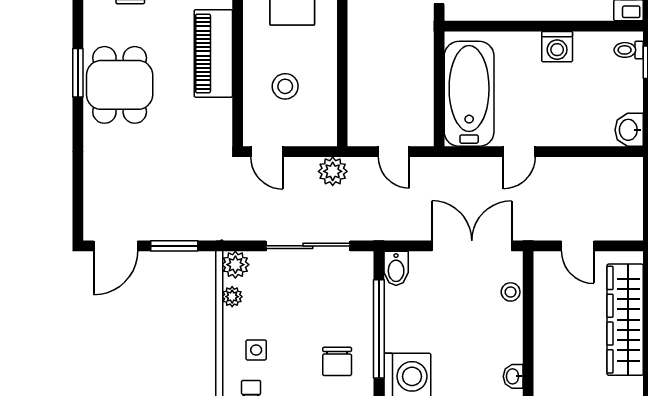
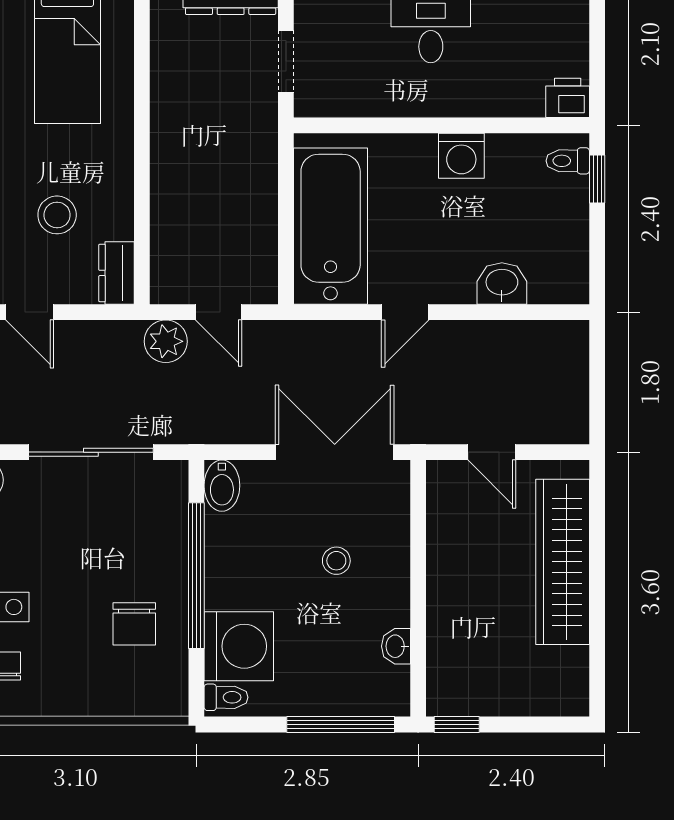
dresser: (325, 125) -> (116, 273), added
washbasin: (629, 130) -> (502, 283), moved, turned 90
plant: (333, 171) -> (166, 341), moved
stool: (511, 292) -> (336, 561), moved

